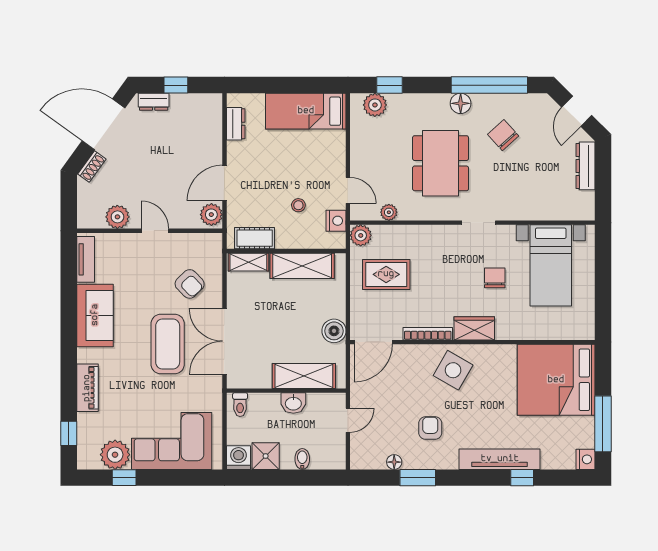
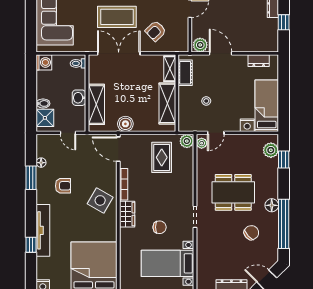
plant: (389, 212) -> (202, 143), moved
nightstand: (336, 221) -> (247, 125), moved
shower: (266, 456) -> (45, 118), moved

